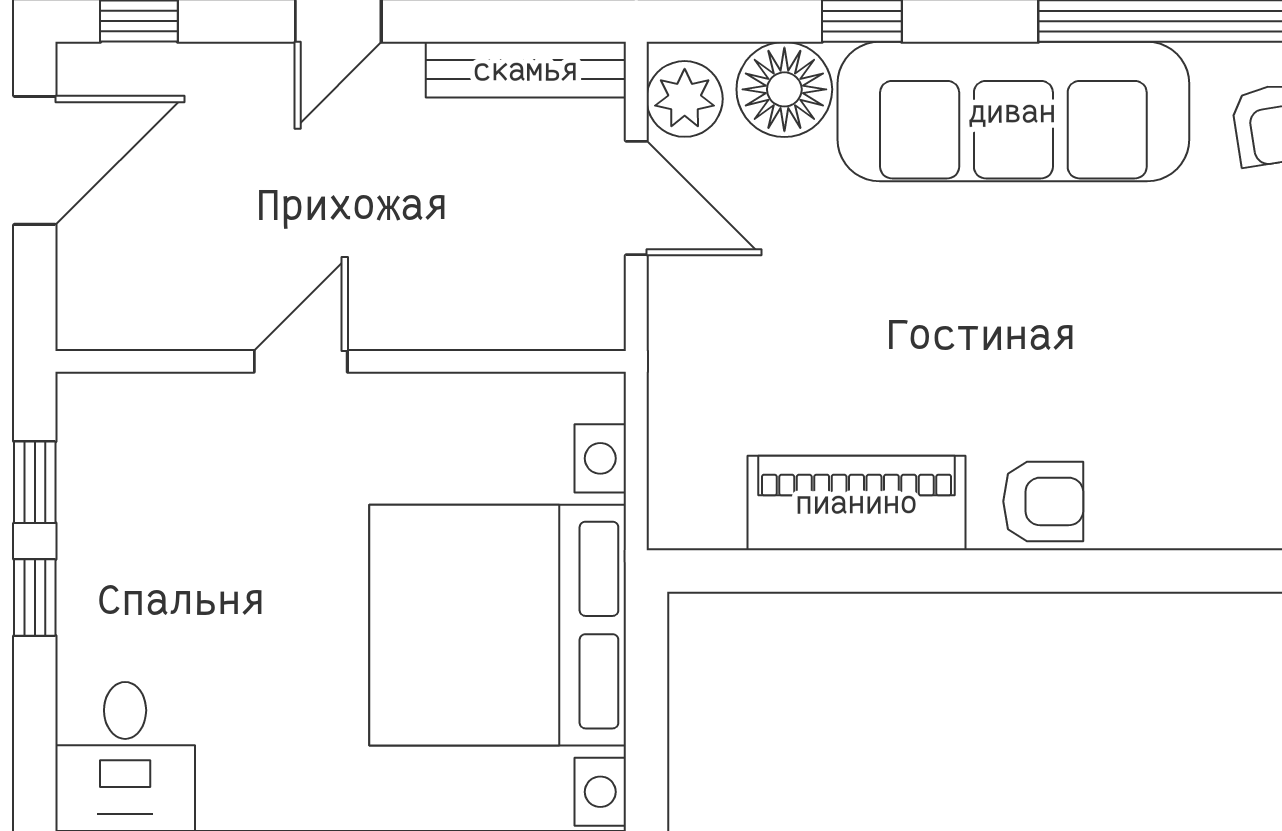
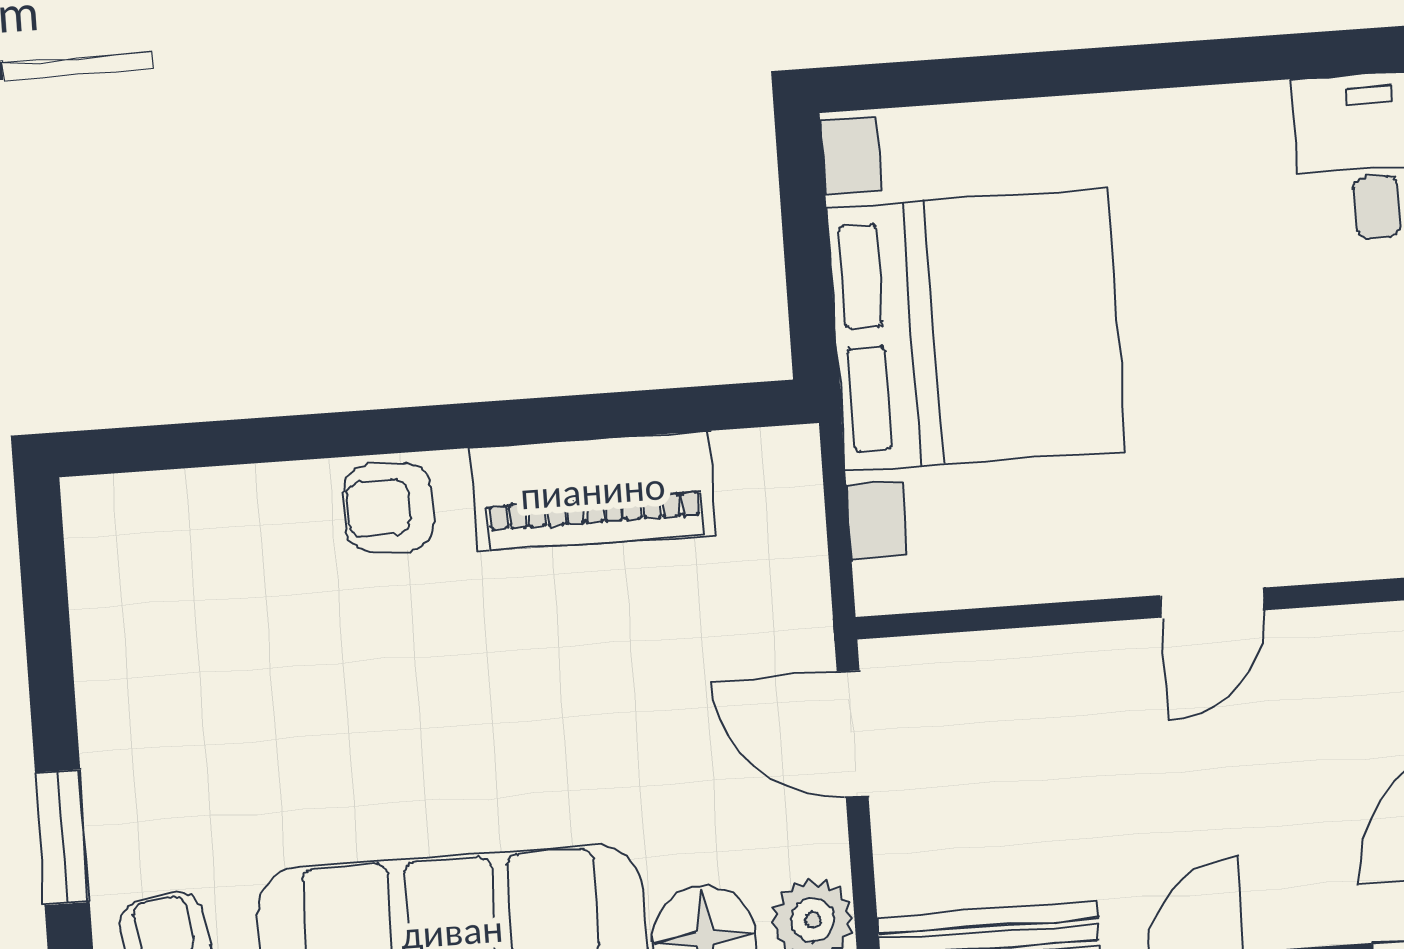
door: (636, 198) -> (853, 734), moved

